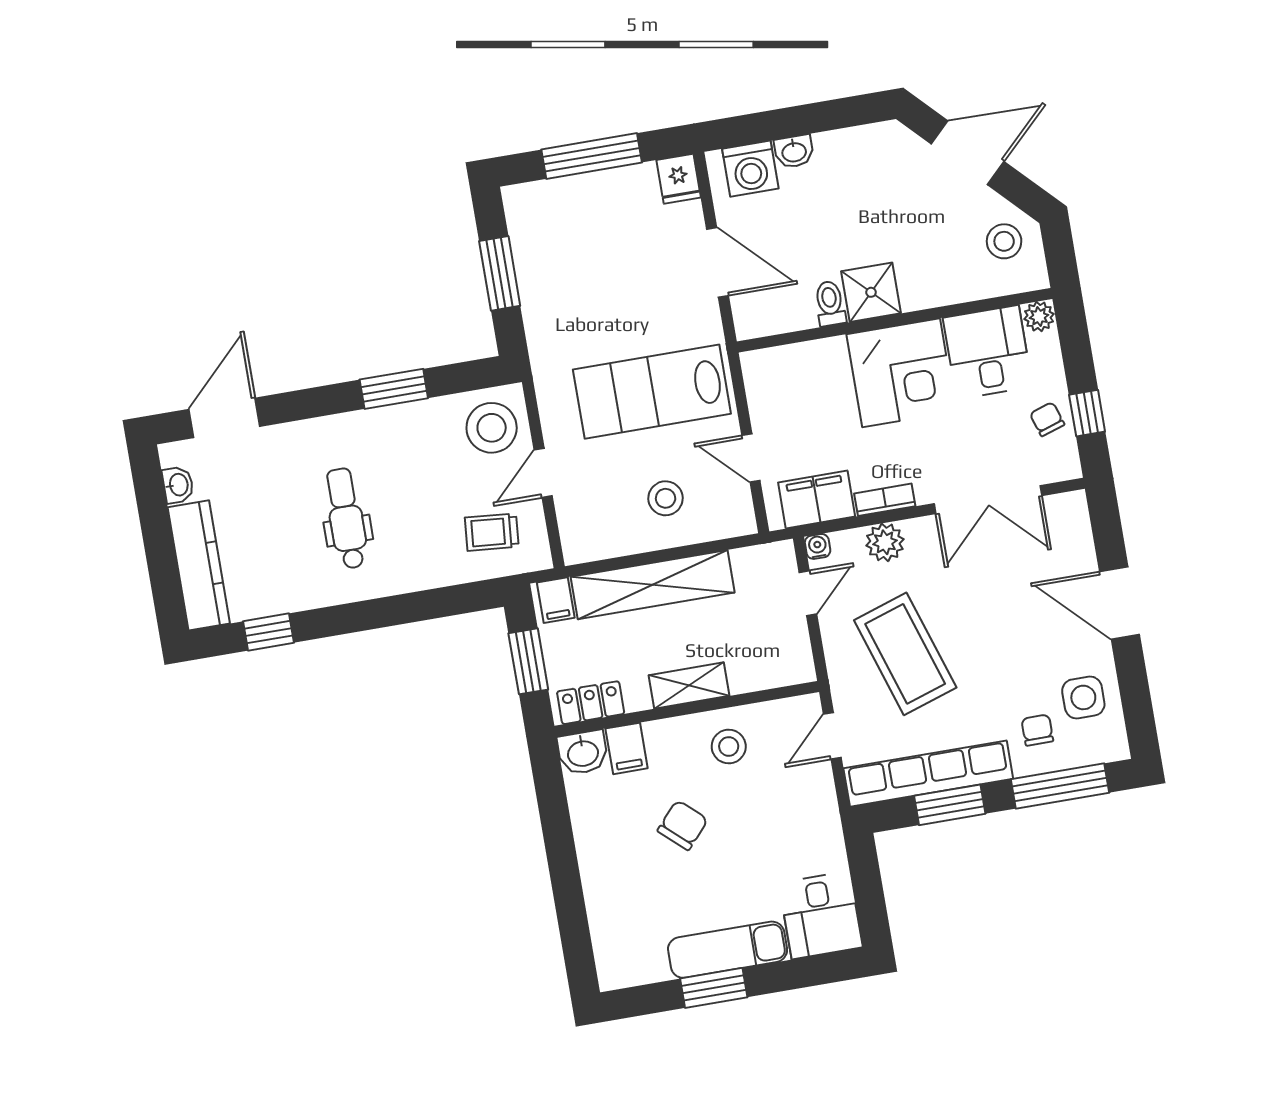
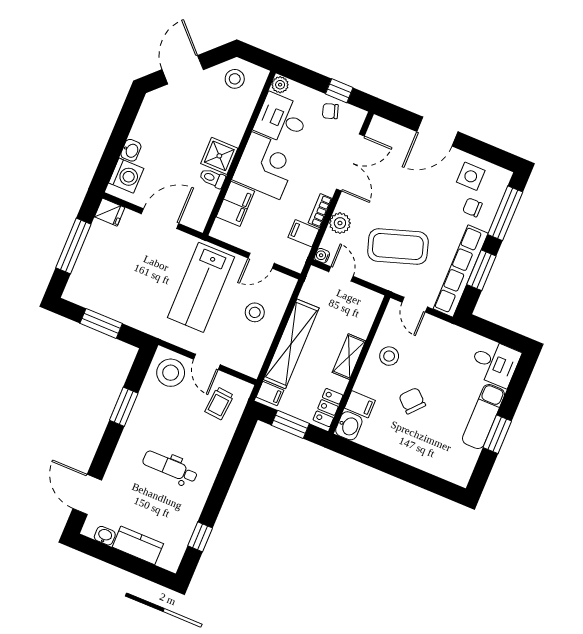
filing cabinet: (813, 363) -> (235, 204), added
filing cabinet: (817, 499) -> (304, 233), width x0.50
kitchen counter: (199, 565) -> (138, 545), width x0.67

